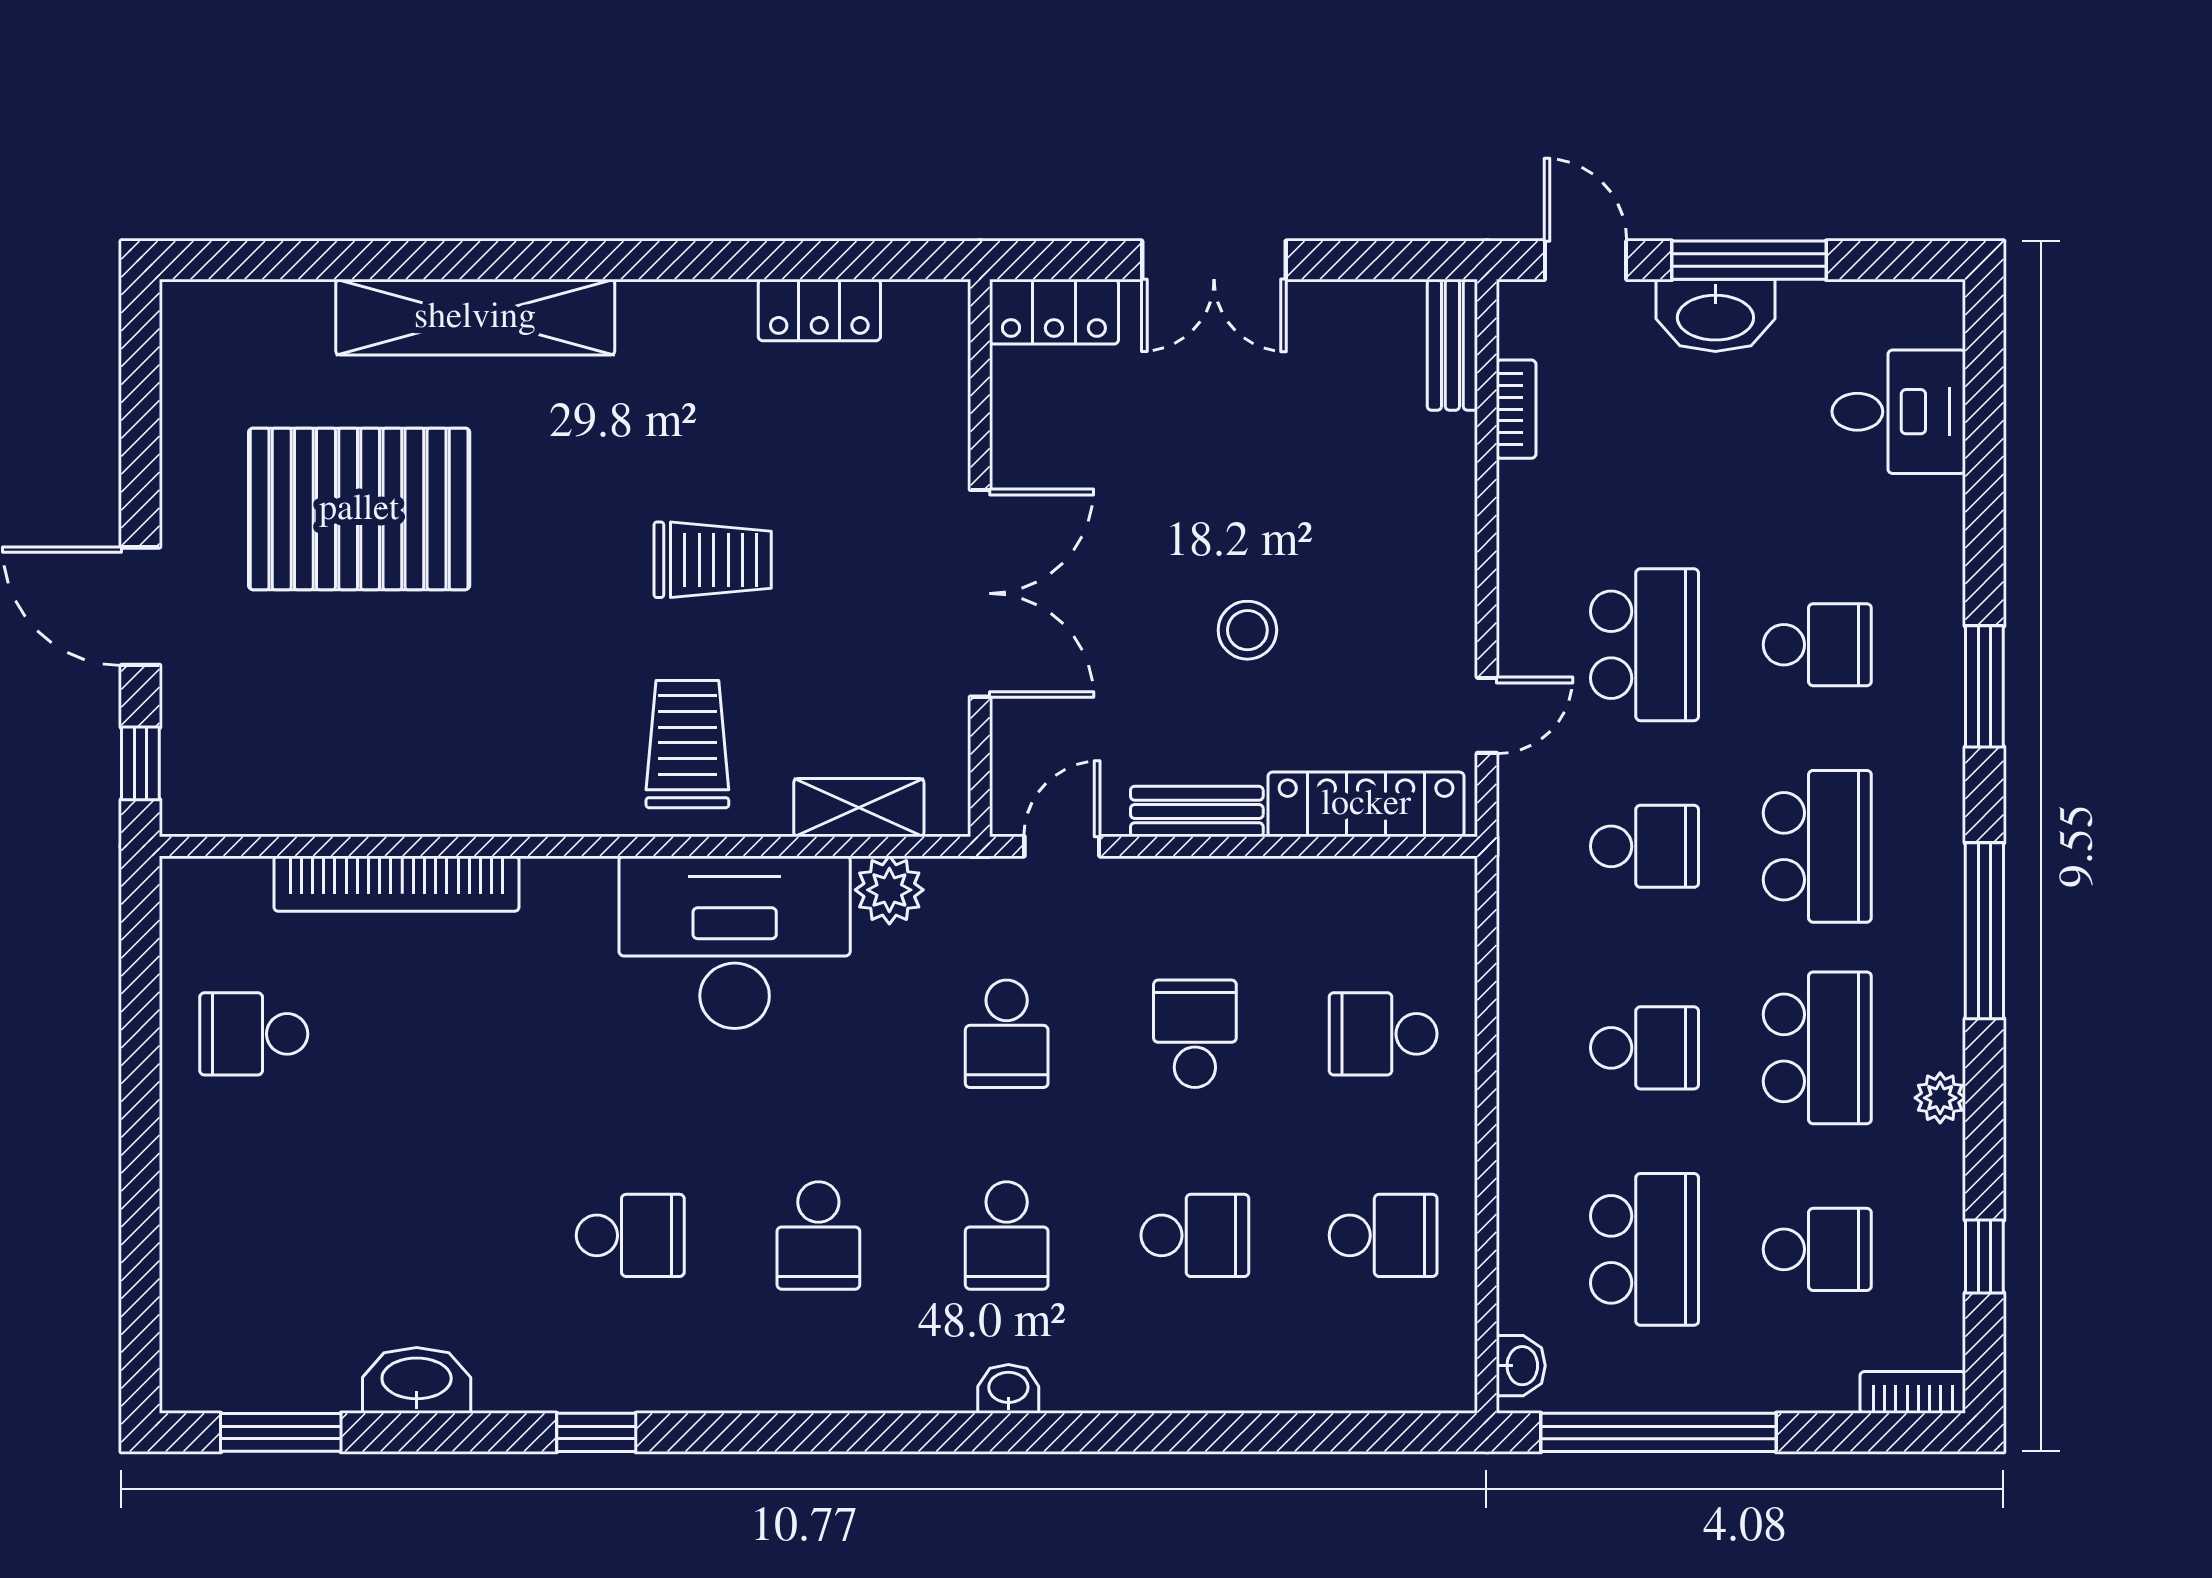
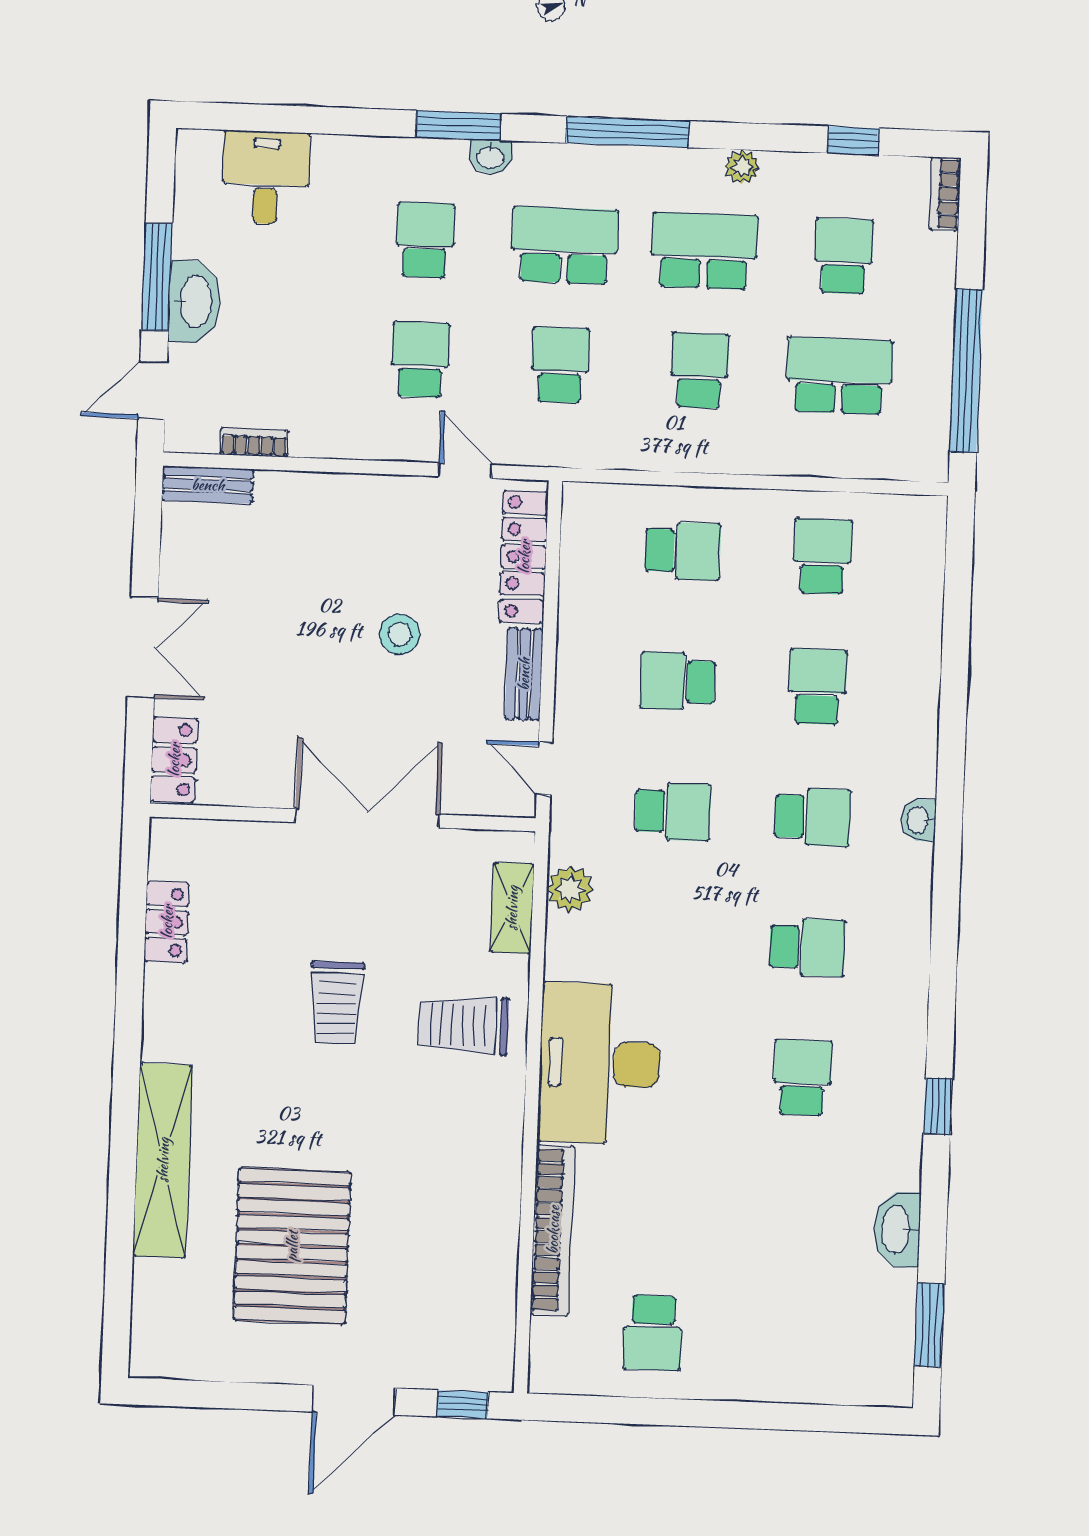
trolley: (713, 560) -> (337, 1003), turned 180
school desk: (1645, 645) -> (420, 360), width x0.54
desk: (735, 942) -> (600, 1063), moved
school desk: (1383, 1034) -> (683, 551), turned -90
washbasin: (1521, 1366) -> (491, 157), moved, turned 180

